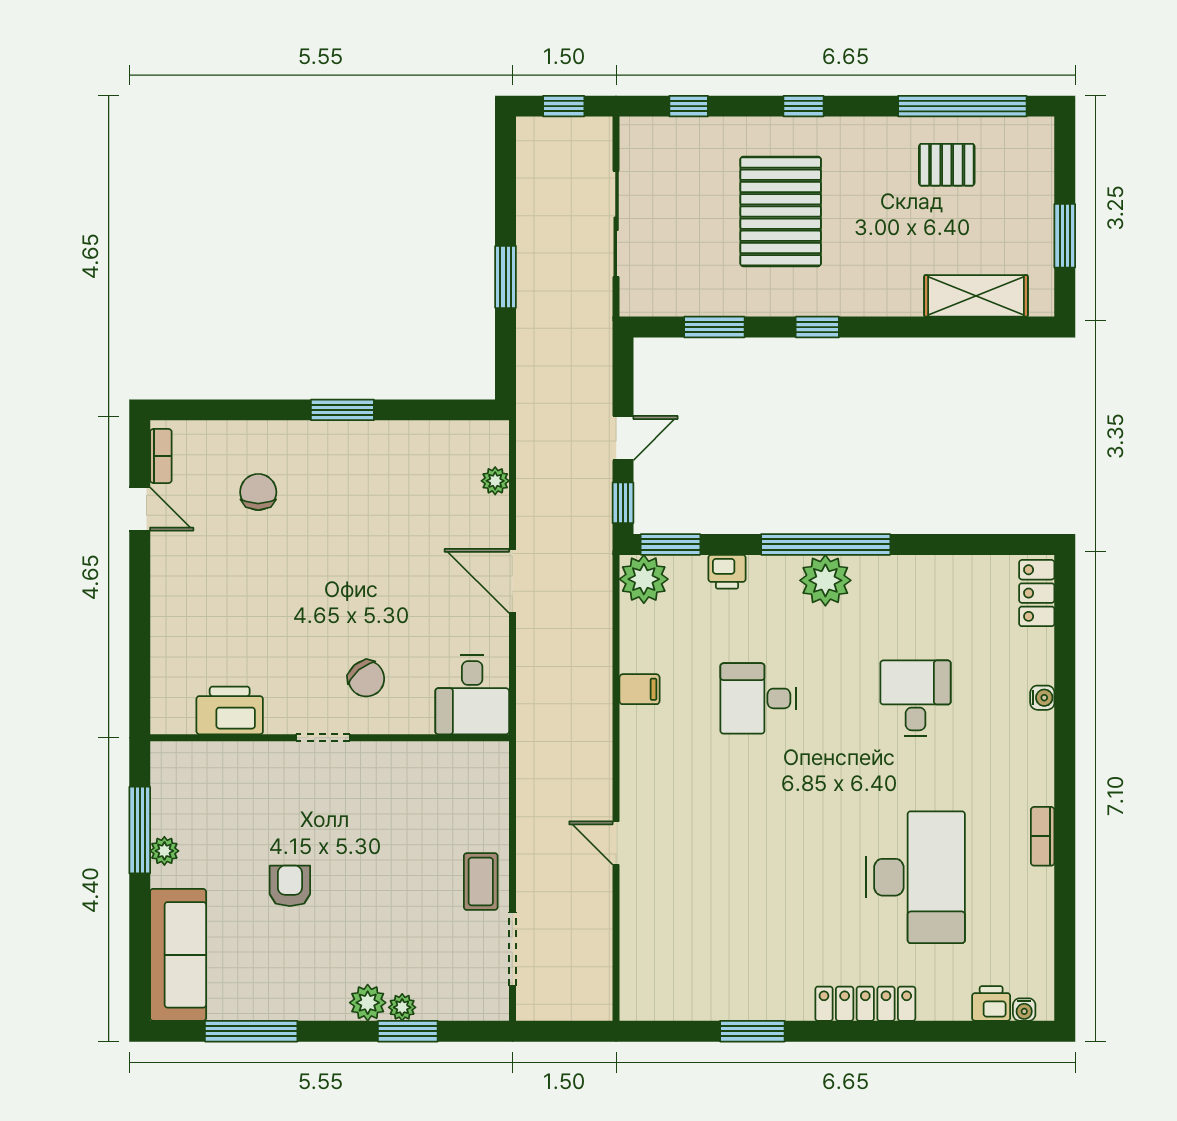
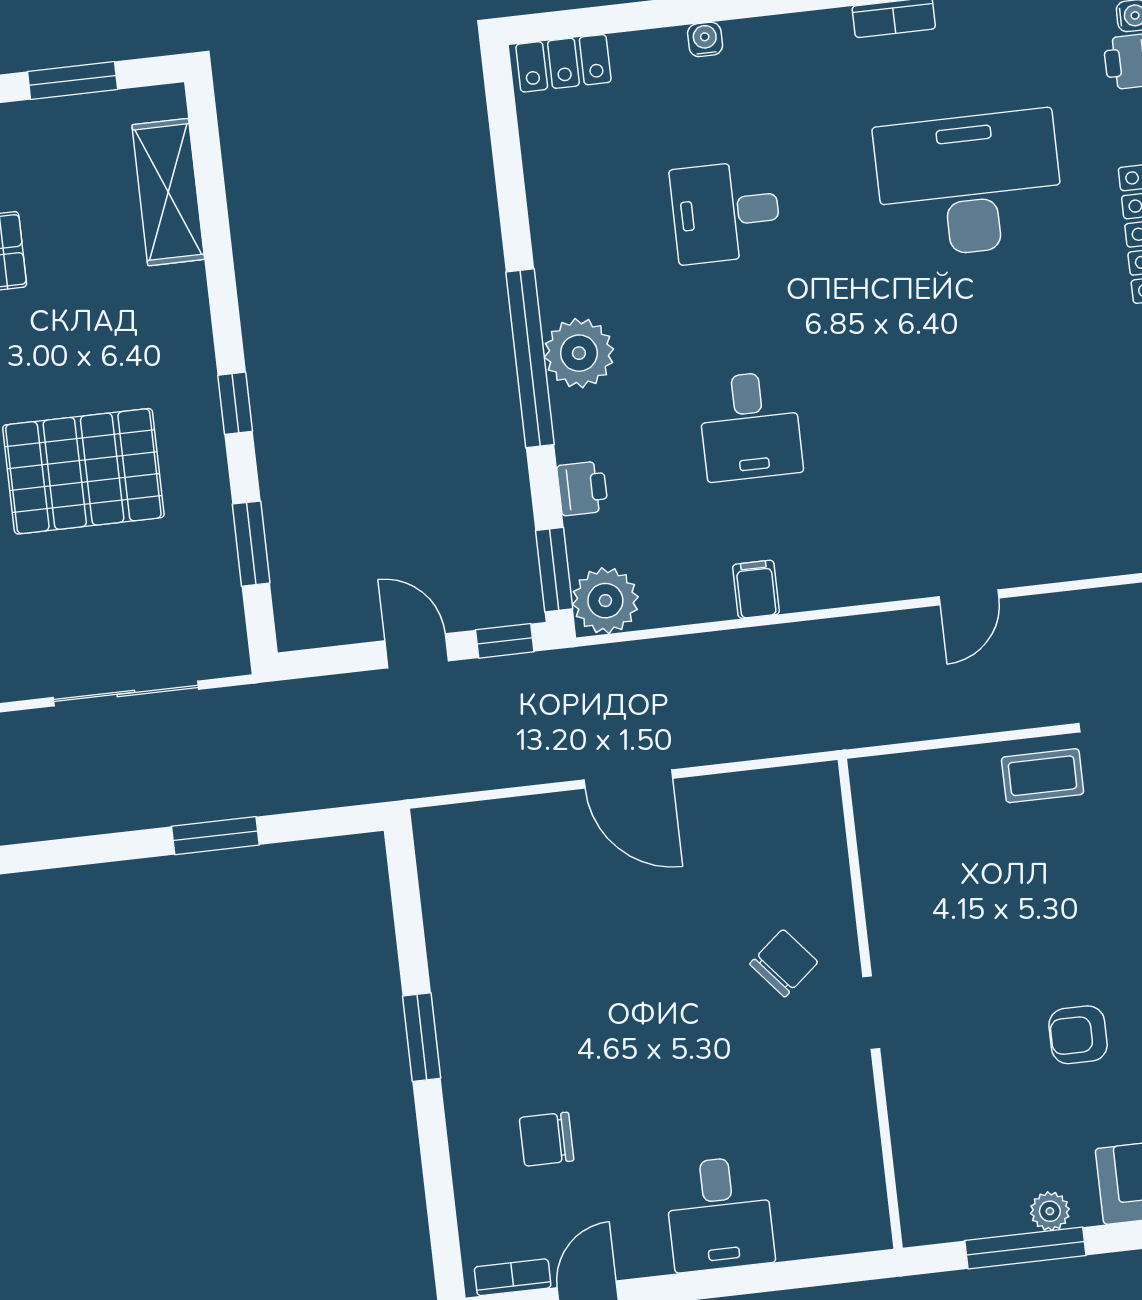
plant: (495, 481) -> (495, 818), removed
door: (512, 581) -> (628, 779), hinge flipped
desk: (472, 695) -> (719, 1214), moved, turned 90
printer: (230, 710) -> (848, 1144), removed

